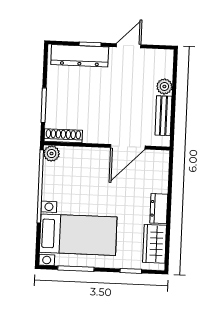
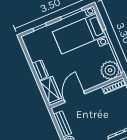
plant: (52, 154) -> (110, 70), width x1.88, depth x1.88
wardrobe: (155, 244) -> (51, 90), moved

